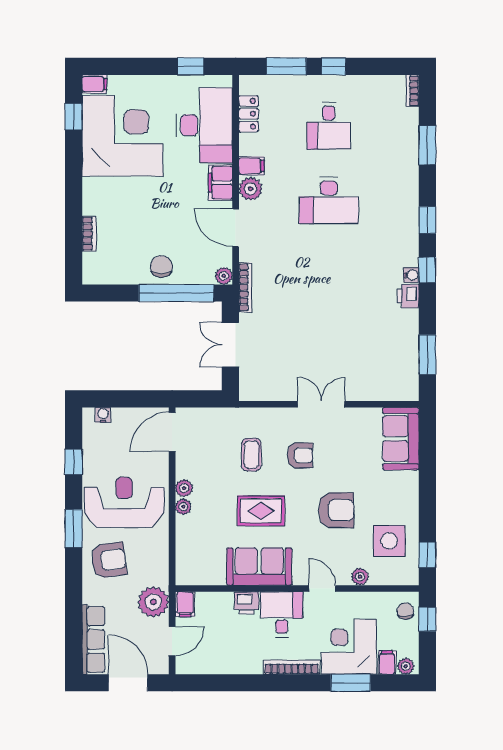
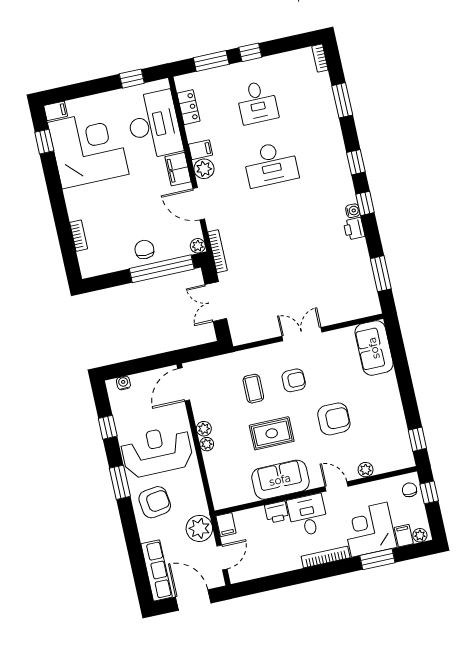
side table: (389, 541) -> (383, 435), removed

